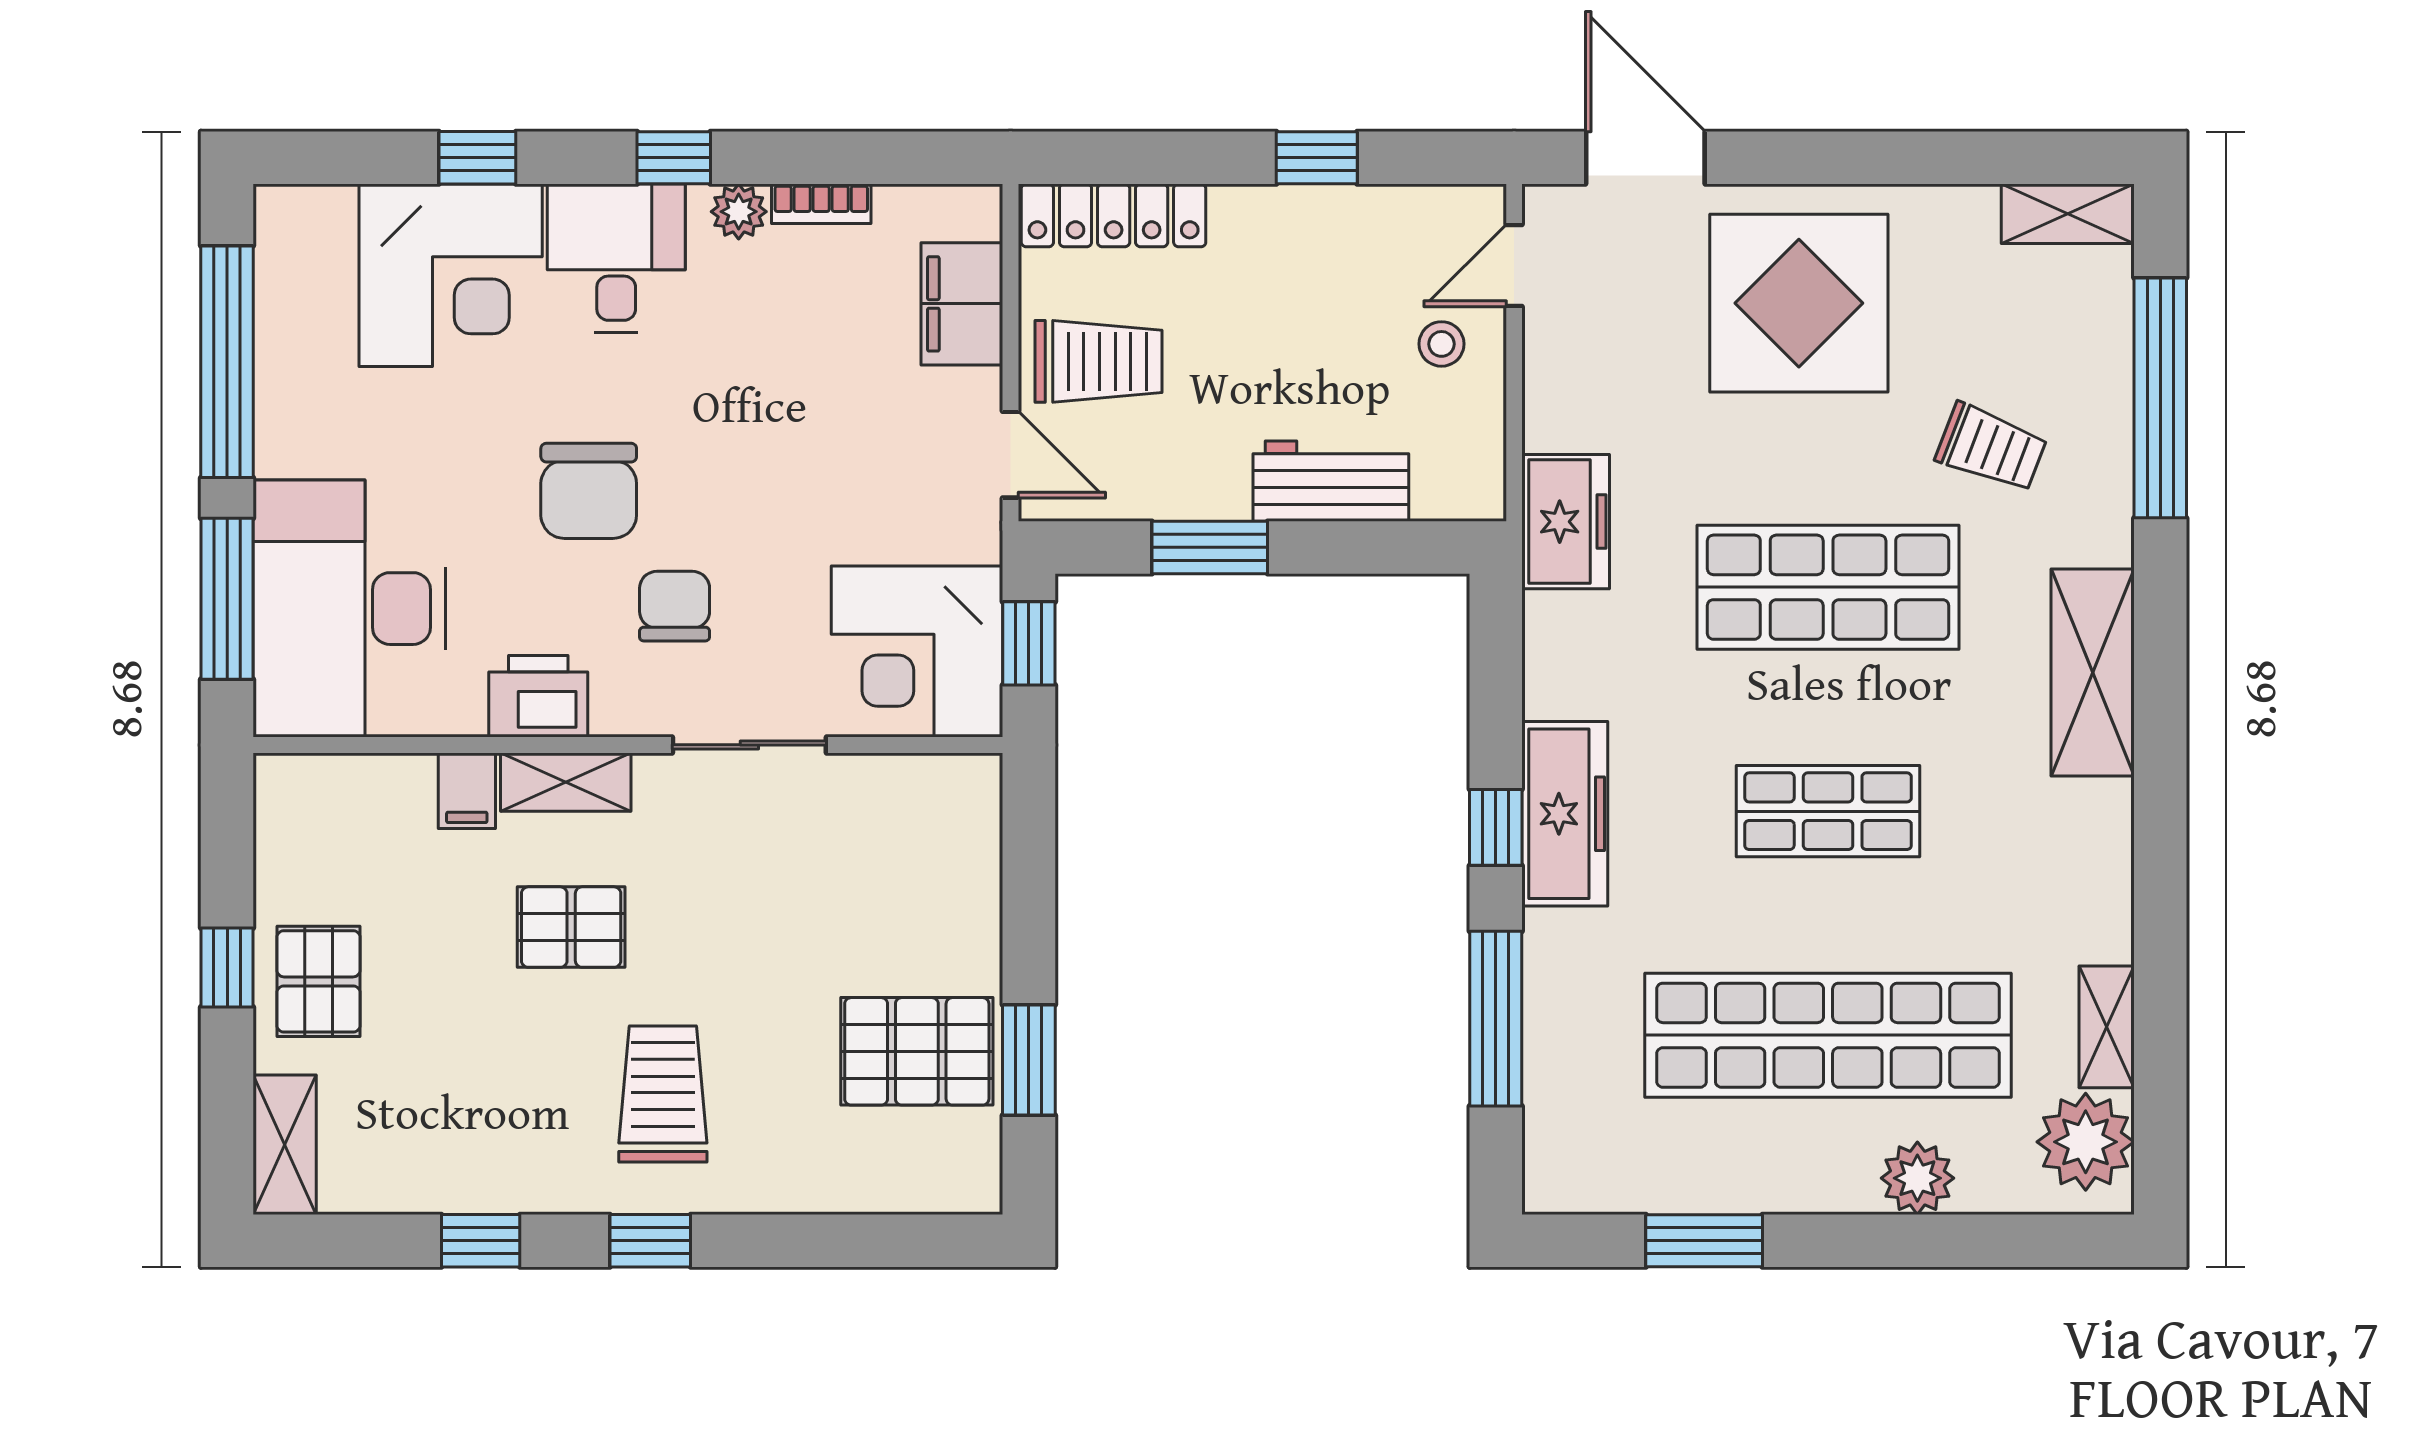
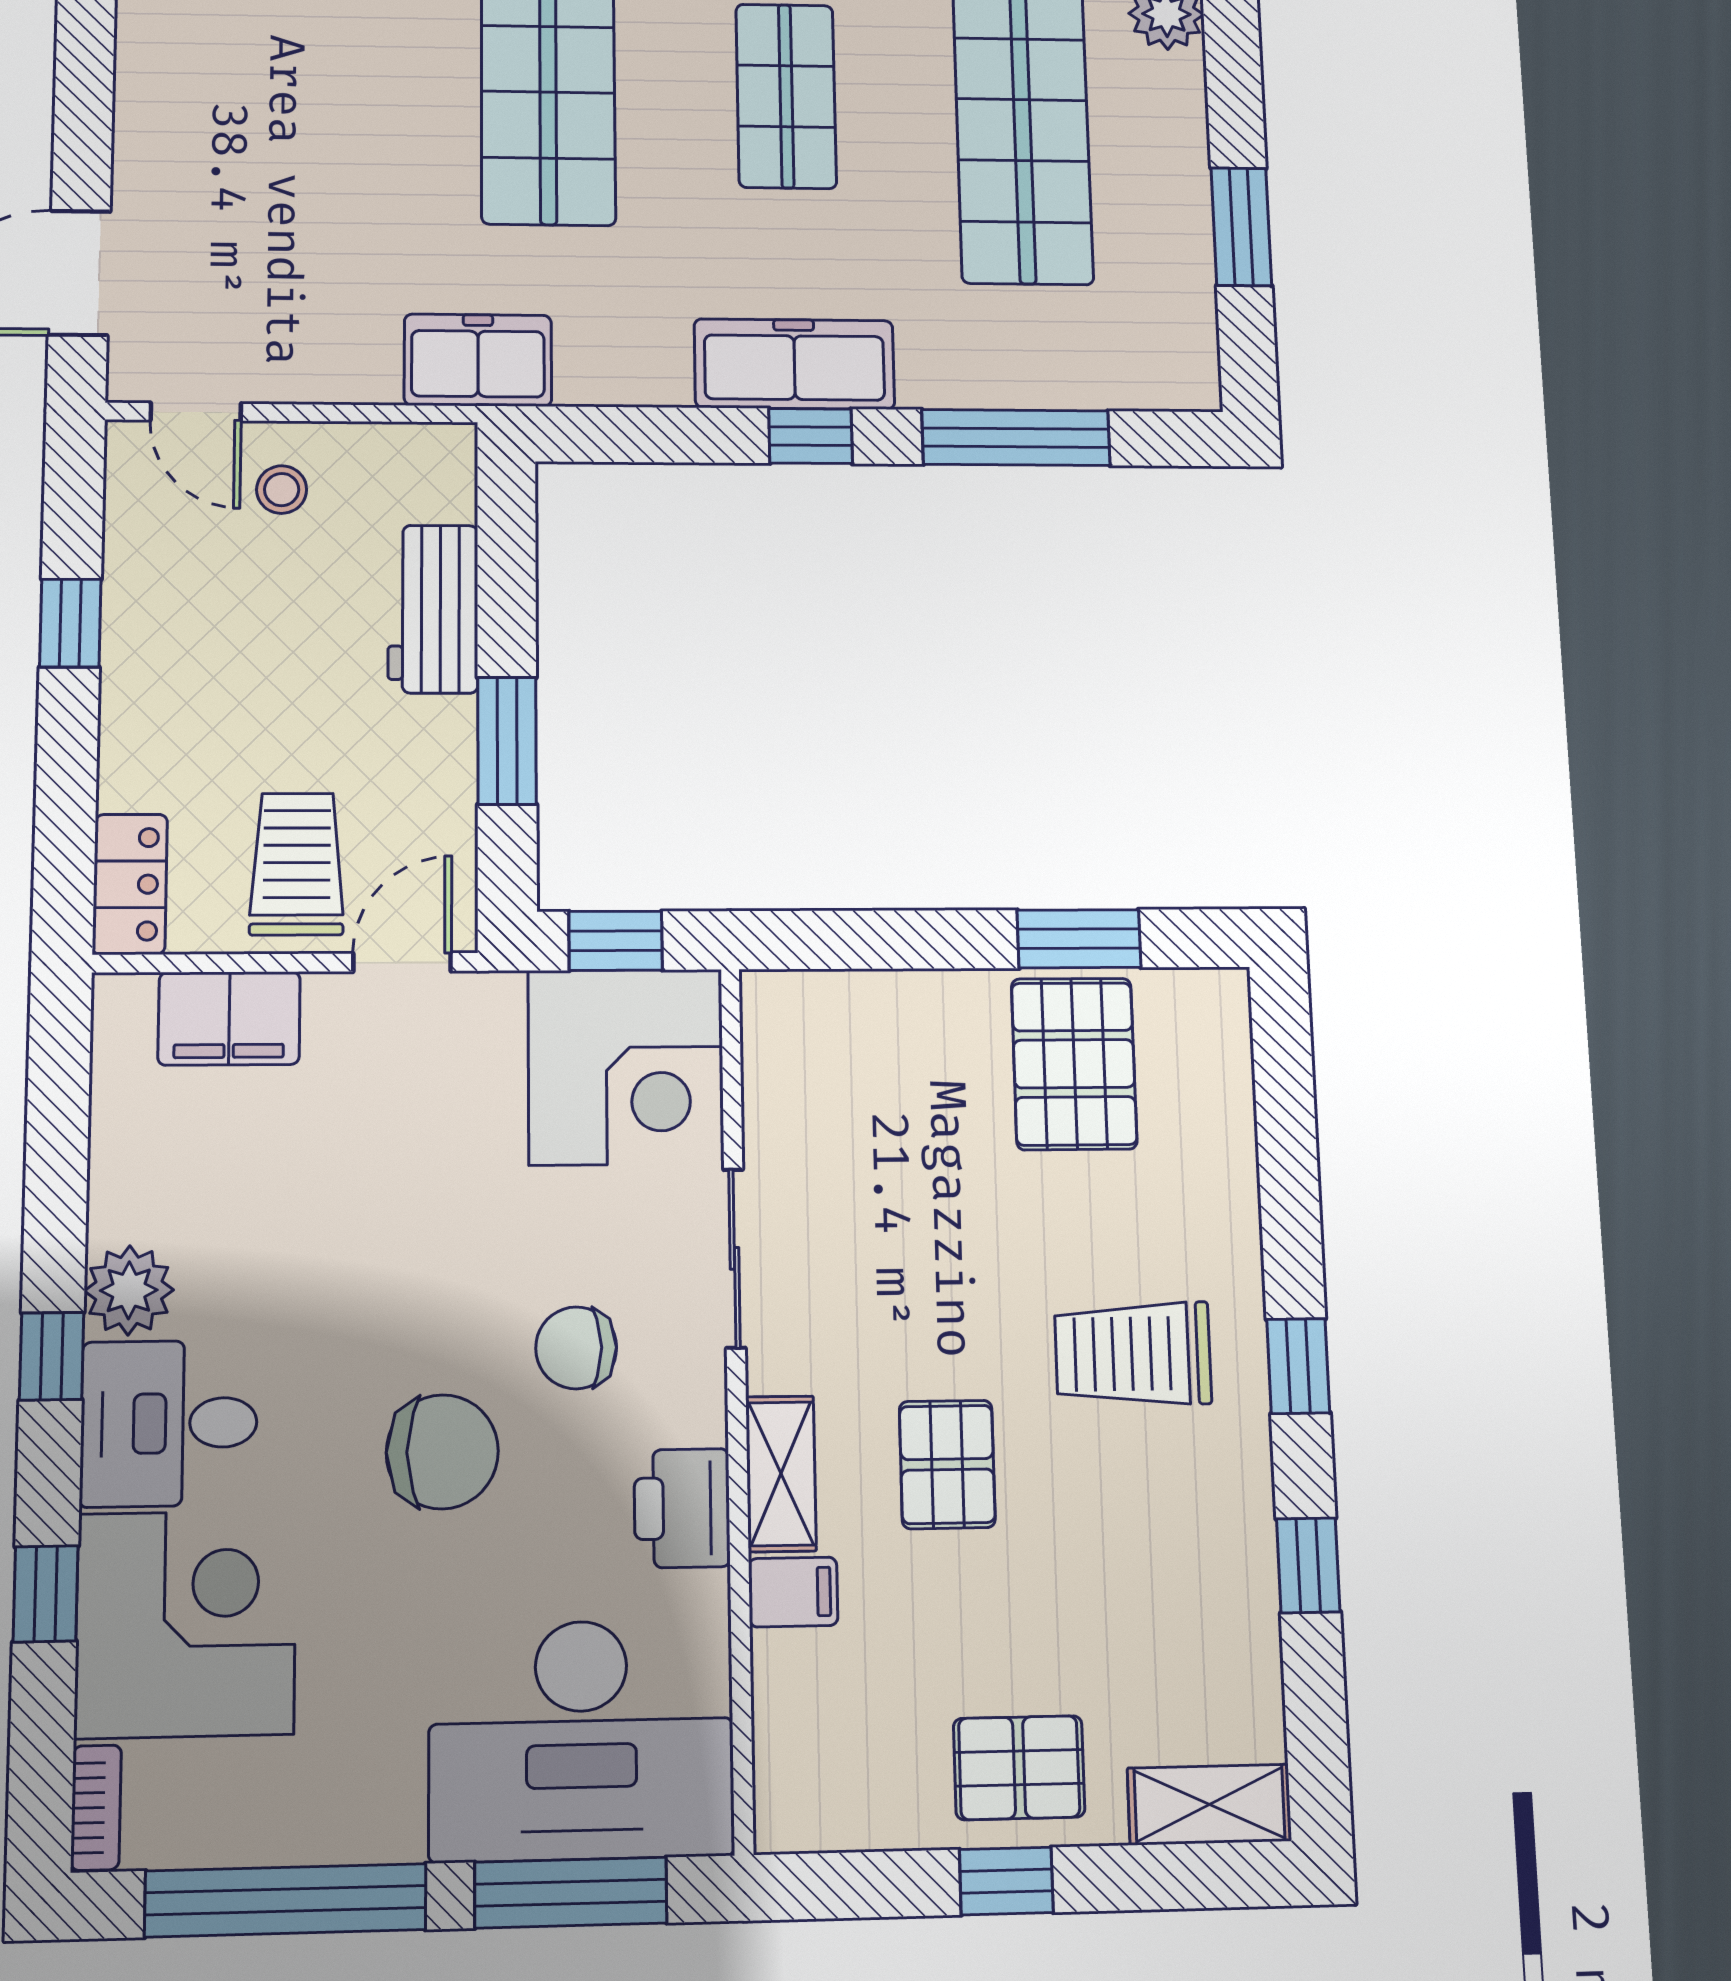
bookcase: (821, 204) -> (96, 1808), moved
plant: (739, 212) -> (129, 1290), width x1.38, depth x1.38
locker: (1114, 215) -> (130, 884), width x0.66
display table: (1799, 303) -> (242, 117), removed

